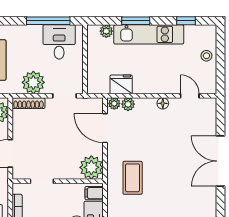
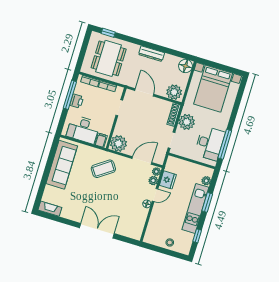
desk: (59, 42) -> (210, 143), width x1.37
door: (190, 96) -> (155, 195), moved
coffee table: (133, 178) -> (103, 169), turned -35

